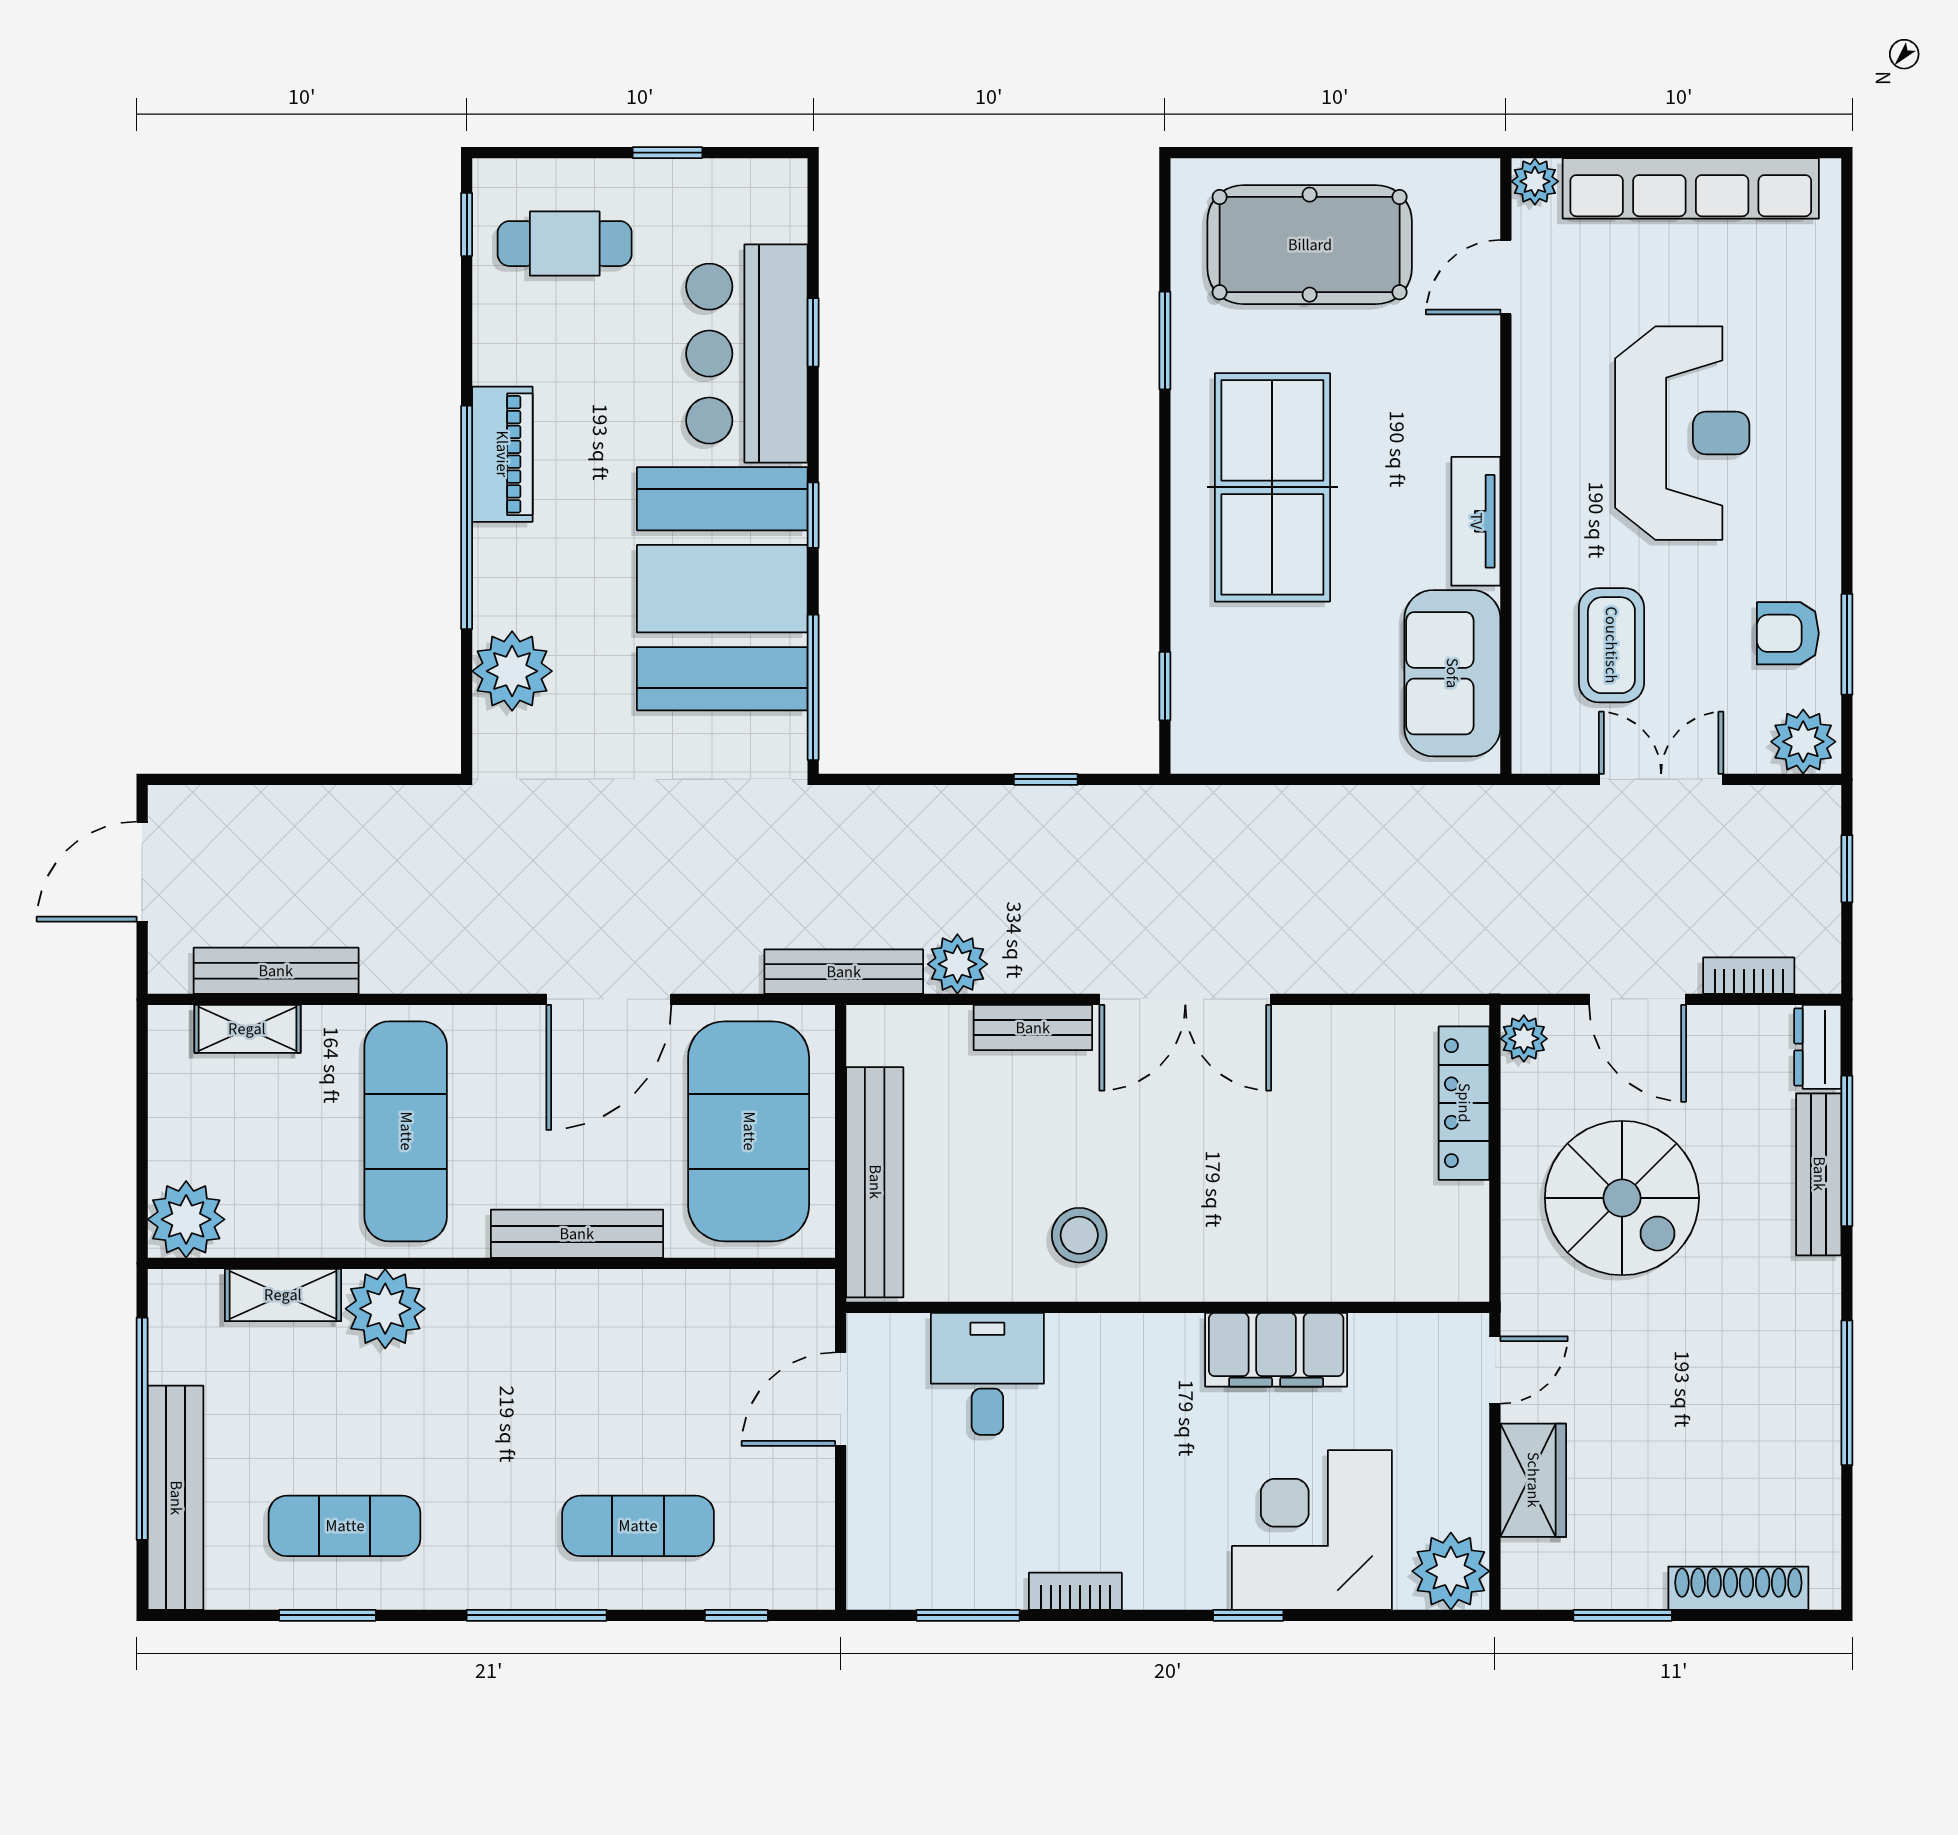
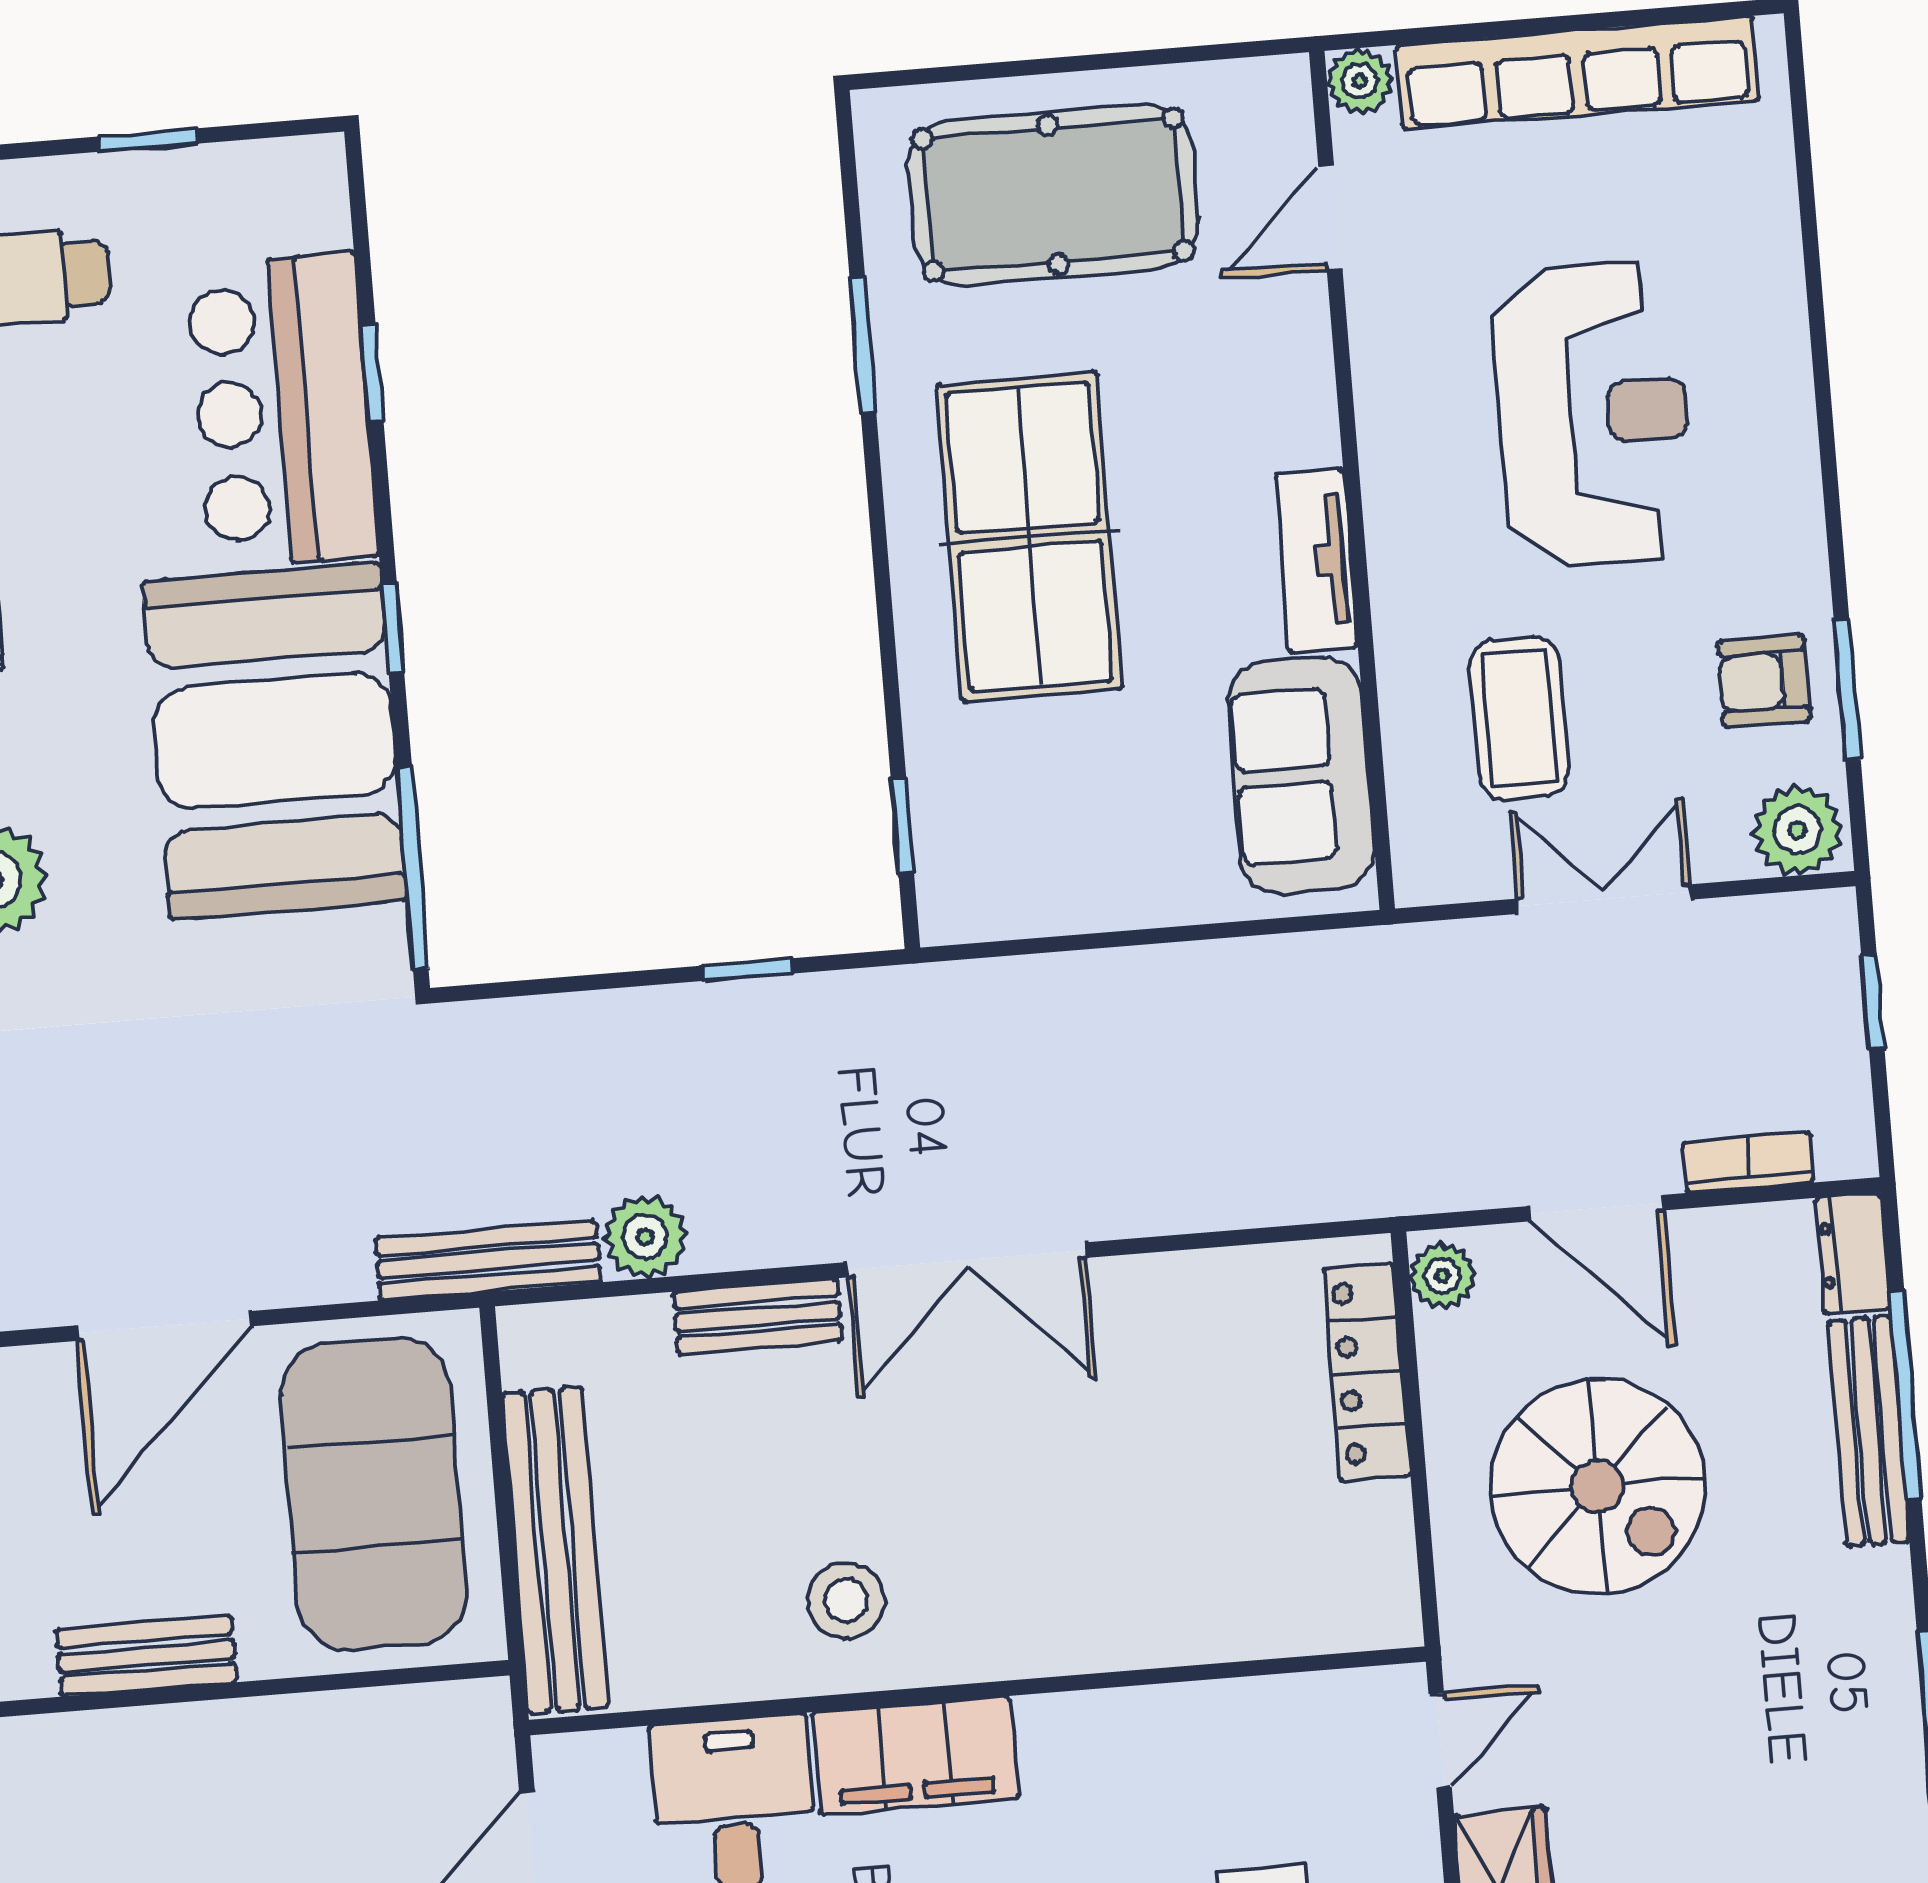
bench: (577, 1234) -> (146, 1656), width x0.73
filing cabinet: (1276, 1350) -> (915, 1755), moved

